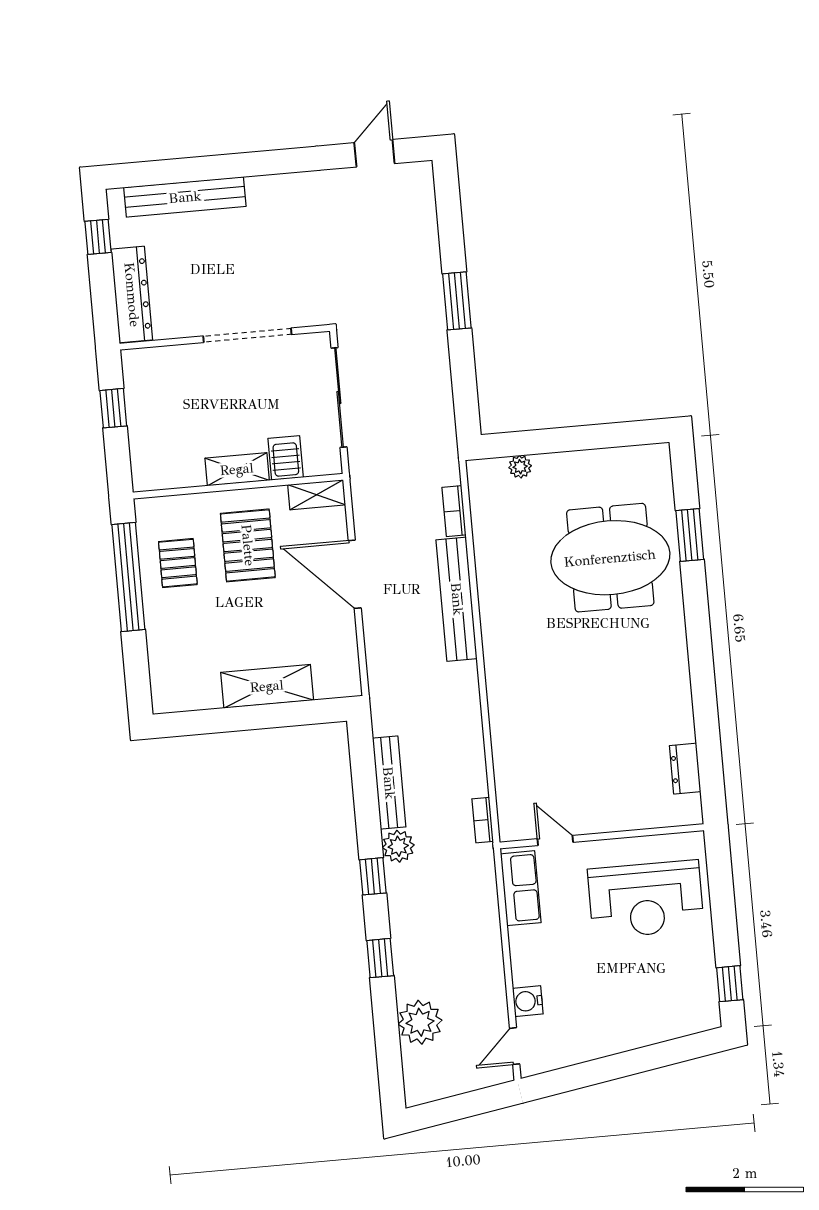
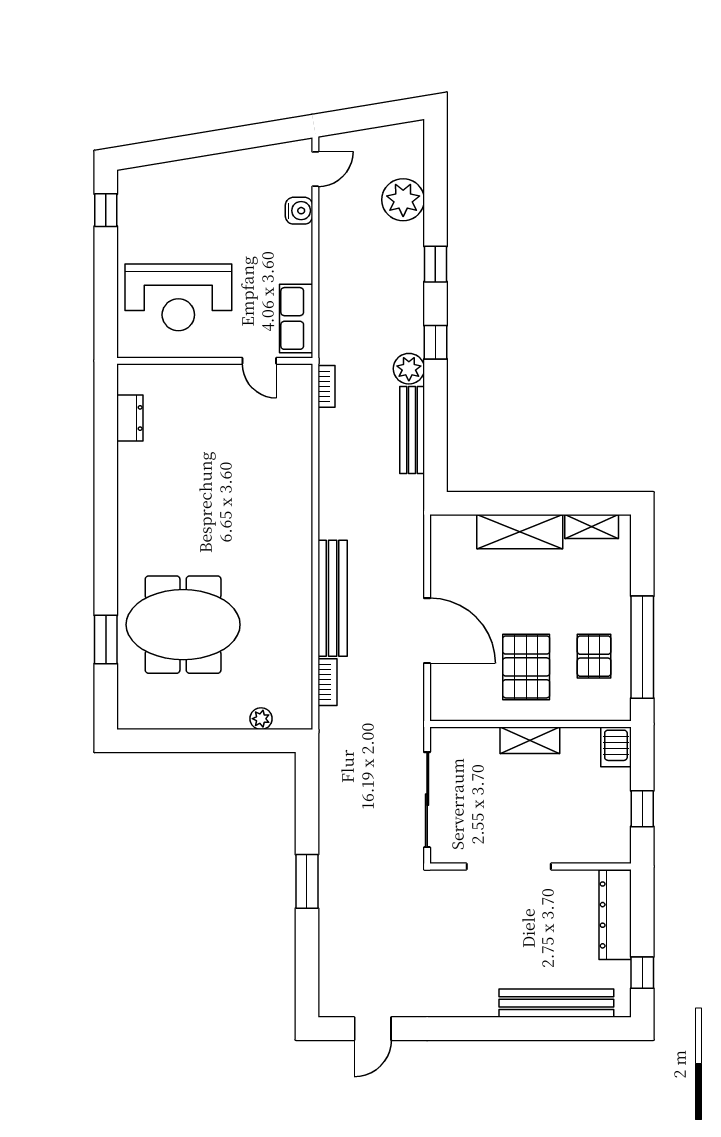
server rack: (286, 458) -> (616, 747), moved
shelving: (317, 495) -> (592, 526), moved
reception desk: (646, 899) -> (178, 297), turned 180

